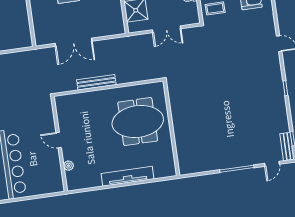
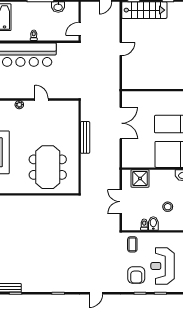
double door: (74, 42) -> (121, 123), swing flipped
door: (59, 140) -> (42, 99), hinge flipped

